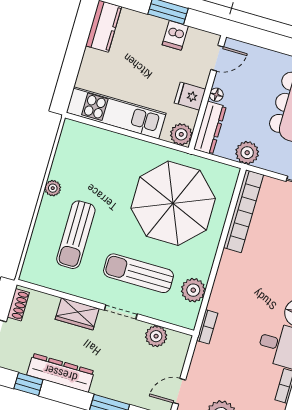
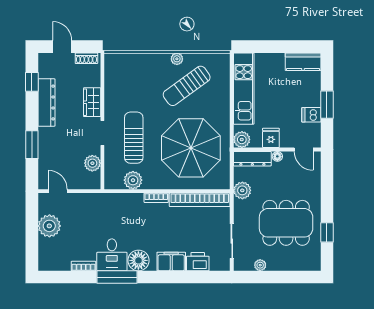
sun lounger: (76, 235) -> (187, 86), moved, turned -36
bookcase: (207, 327) -> (156, 198), moved

